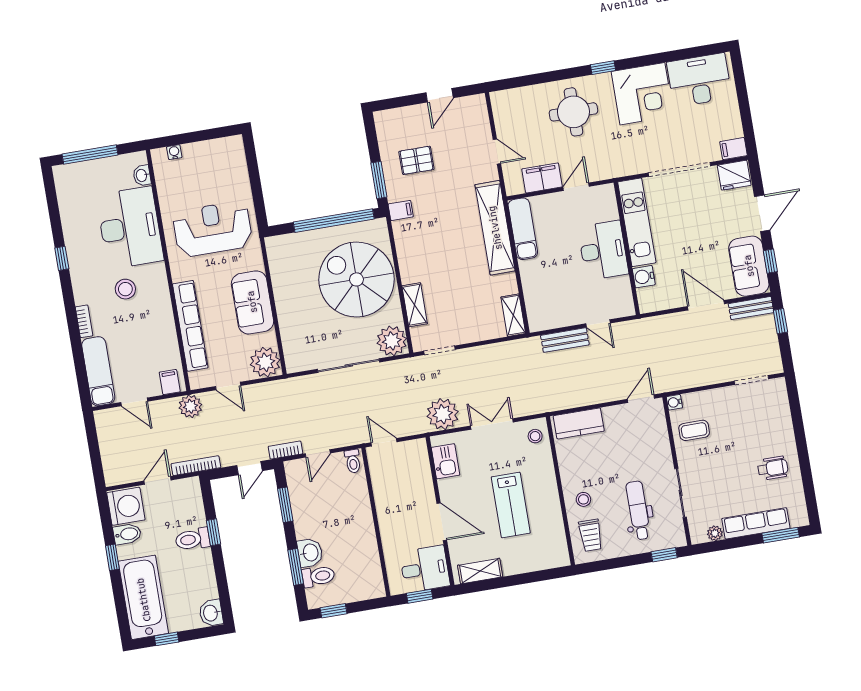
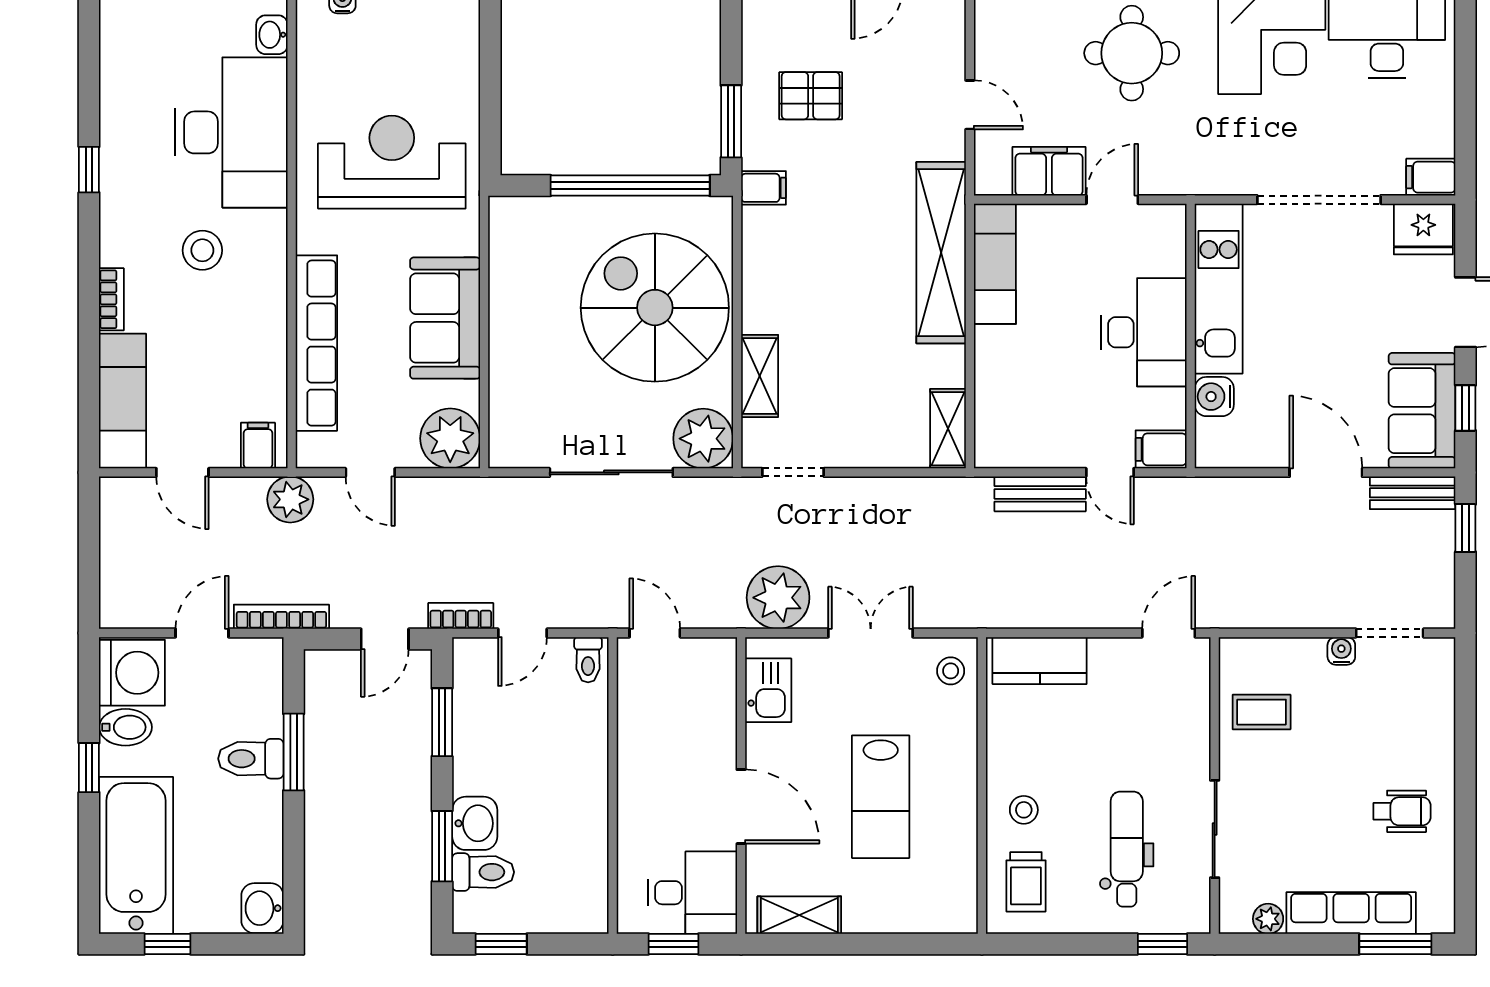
filing cabinet: (622, 308) -> (1161, 449), added
water cooler: (674, 402) -> (1341, 651), moved, turned 90
window: (213, 532) -> (294, 752), width x1.50

